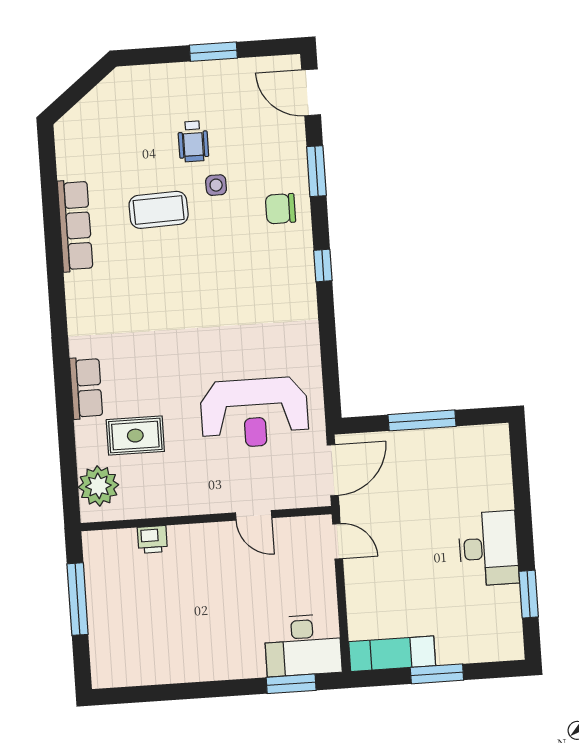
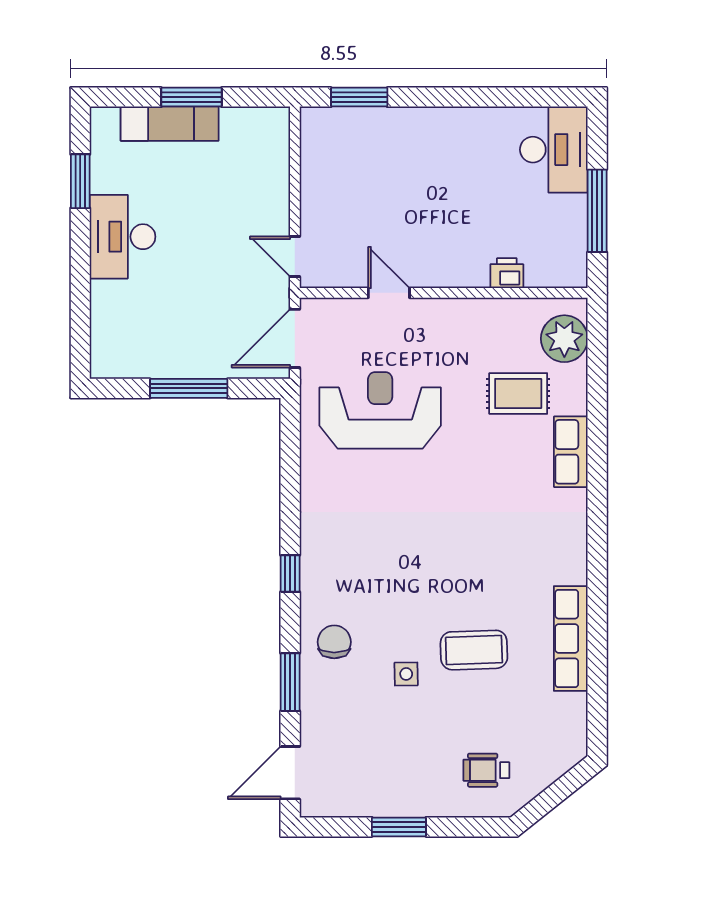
door: (311, 92) -> (290, 773), swing flipped
wheelchair: (193, 141) -> (486, 770), moved, turned -90
chair: (280, 209) -> (334, 642), turned -90
desk: (303, 645) -> (554, 150), moved, turned 90
exam couch: (392, 654) -> (170, 124), moved

